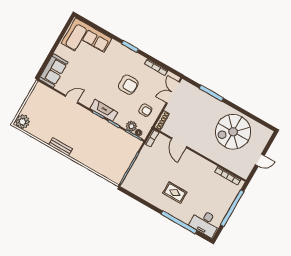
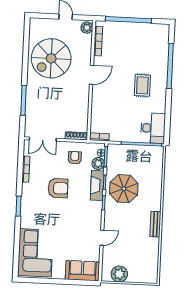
armchair: (128, 85) -> (58, 188), turned 90
door: (71, 99) -> (102, 238), swing flipped
fireplace: (104, 110) -> (97, 185), moved
plant: (22, 122) -> (119, 274), moved
spiral stairs: (233, 132) -> (51, 58), turned 90
parasol: (101, 136) -> (124, 189), added
door: (179, 143) -> (92, 75), moved
plant: (243, 172) -> (87, 28), added
desk: (205, 223) -> (153, 128), moved

